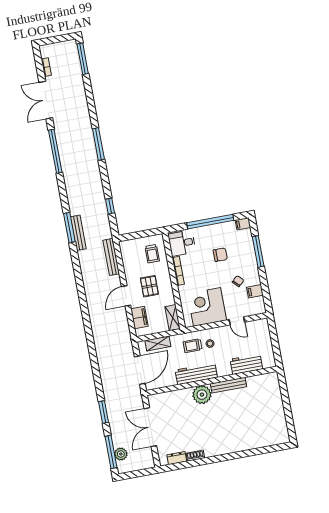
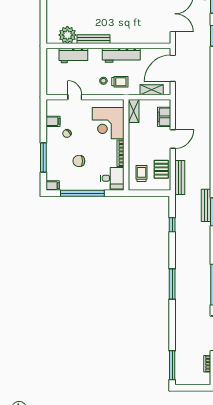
pallet: (149, 286) -> (161, 169), moved
corner desk: (207, 307) -> (108, 123), moved, turned 90
plant: (202, 395) -> (67, 35), moved

